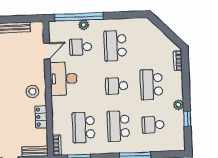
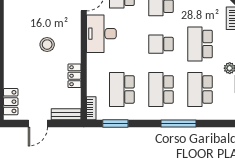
stool: (32, 91) -> (47, 45), moved
school desk: (153, 125) -> (200, 89), width x1.85

